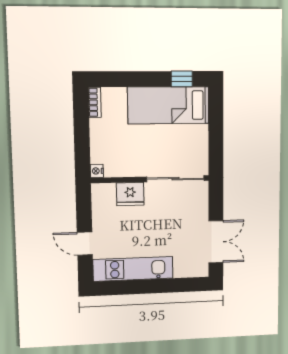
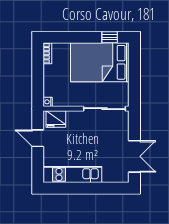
bed: (168, 105) -> (100, 62), width x1.50
fridge: (130, 194) -> (56, 119), moved
door: (85, 244) -> (38, 138), moved

